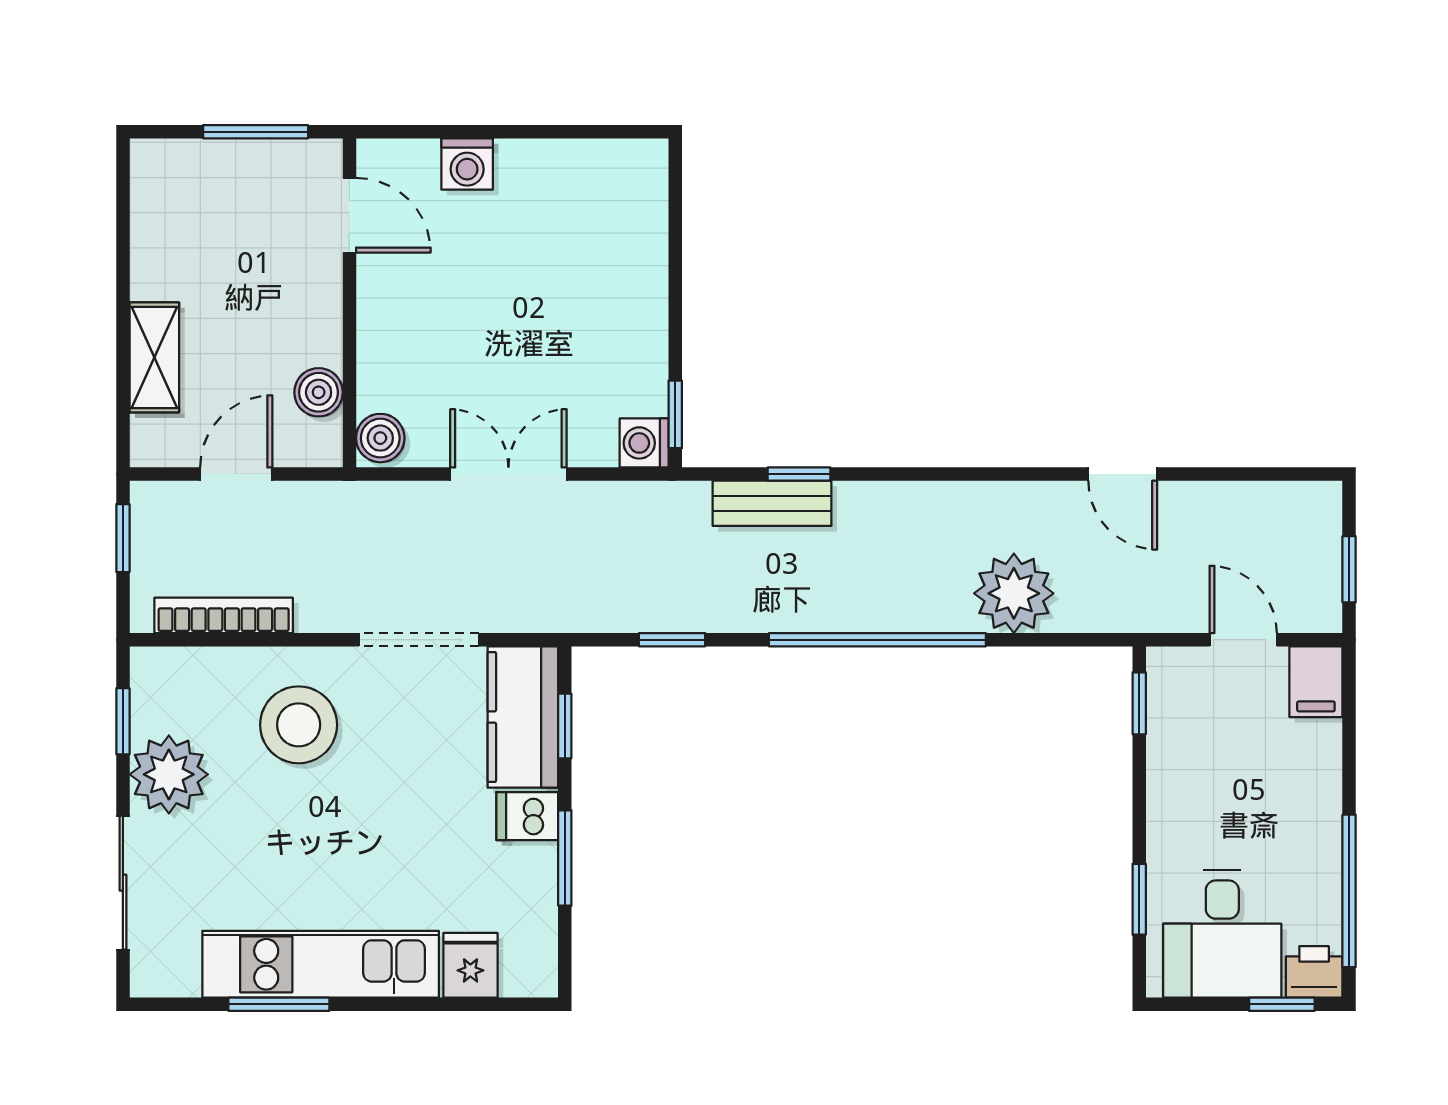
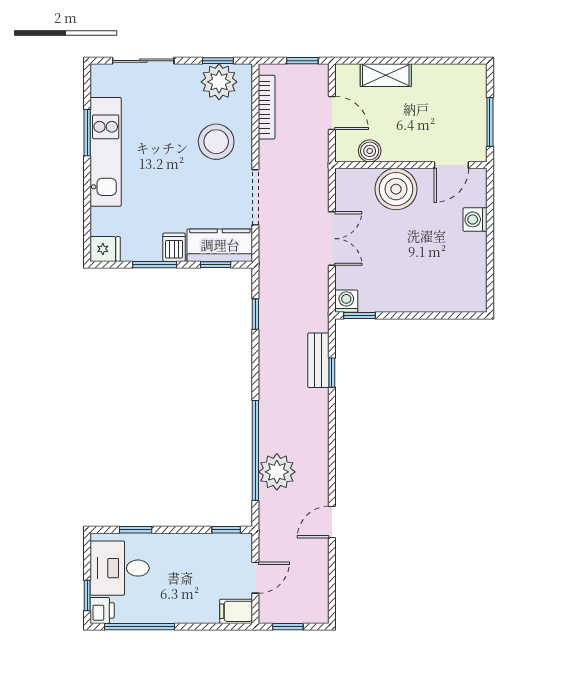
boiler: (380, 438) -> (396, 189), moved, width x1.86, depth x1.86
window: (877, 640) -> (255, 450), moved
plant: (169, 774) -> (219, 82), moved
fridge: (470, 965) -> (105, 249), moved

